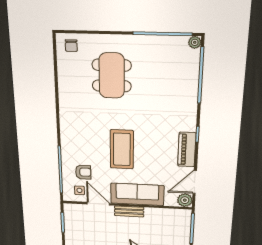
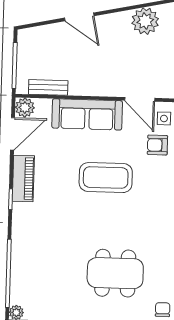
dining table: (112, 76) -> (115, 273), turned 90
coffee table: (122, 149) -> (106, 178), turned 90
bench: (129, 211) -> (48, 87), moved

